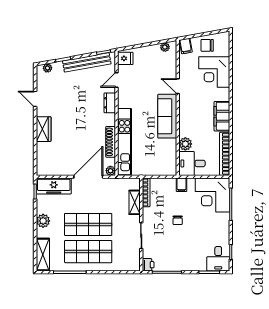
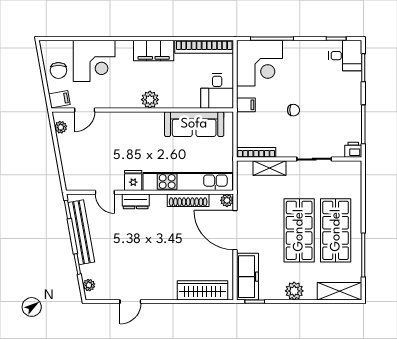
fridge: (125, 58) -> (133, 181), moved
door: (178, 86) -> (85, 110), moved
sofa: (167, 116) -> (194, 124), moved
wardrobe: (44, 129) -> (202, 290), moved, width x1.50
plant: (185, 144) -> (150, 100), moved

